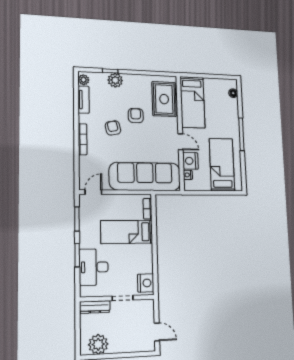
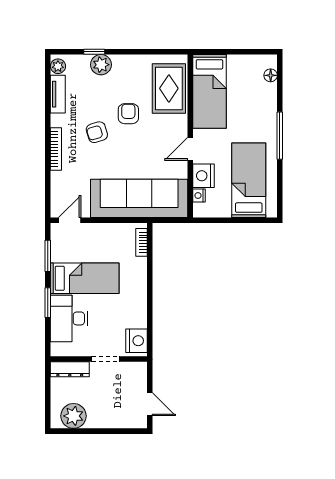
armchair: (113, 128) -> (97, 132), turned -95
door: (180, 142) -> (190, 149), swing flipped
bed: (127, 232) -> (85, 278), moved, turned 180

